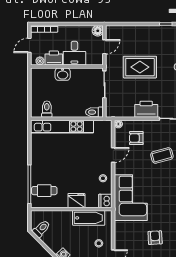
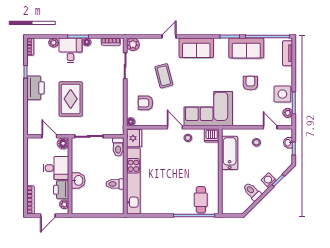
floor lamp: (98, 31) -> (63, 143), moved
door: (29, 45) -> (48, 215), hinge flipped
toilet: (47, 109) -> (115, 184), moved
printer: (146, 109) -> (35, 88), moved, turned 180
armchair: (136, 138) -> (145, 103), turned 90
door: (113, 155) -> (175, 127), moved
fridge: (76, 201) -> (134, 138), moved, turned 180
toilet: (41, 229) -> (252, 192), moved
armchair: (155, 238) -> (250, 83), turned 93

